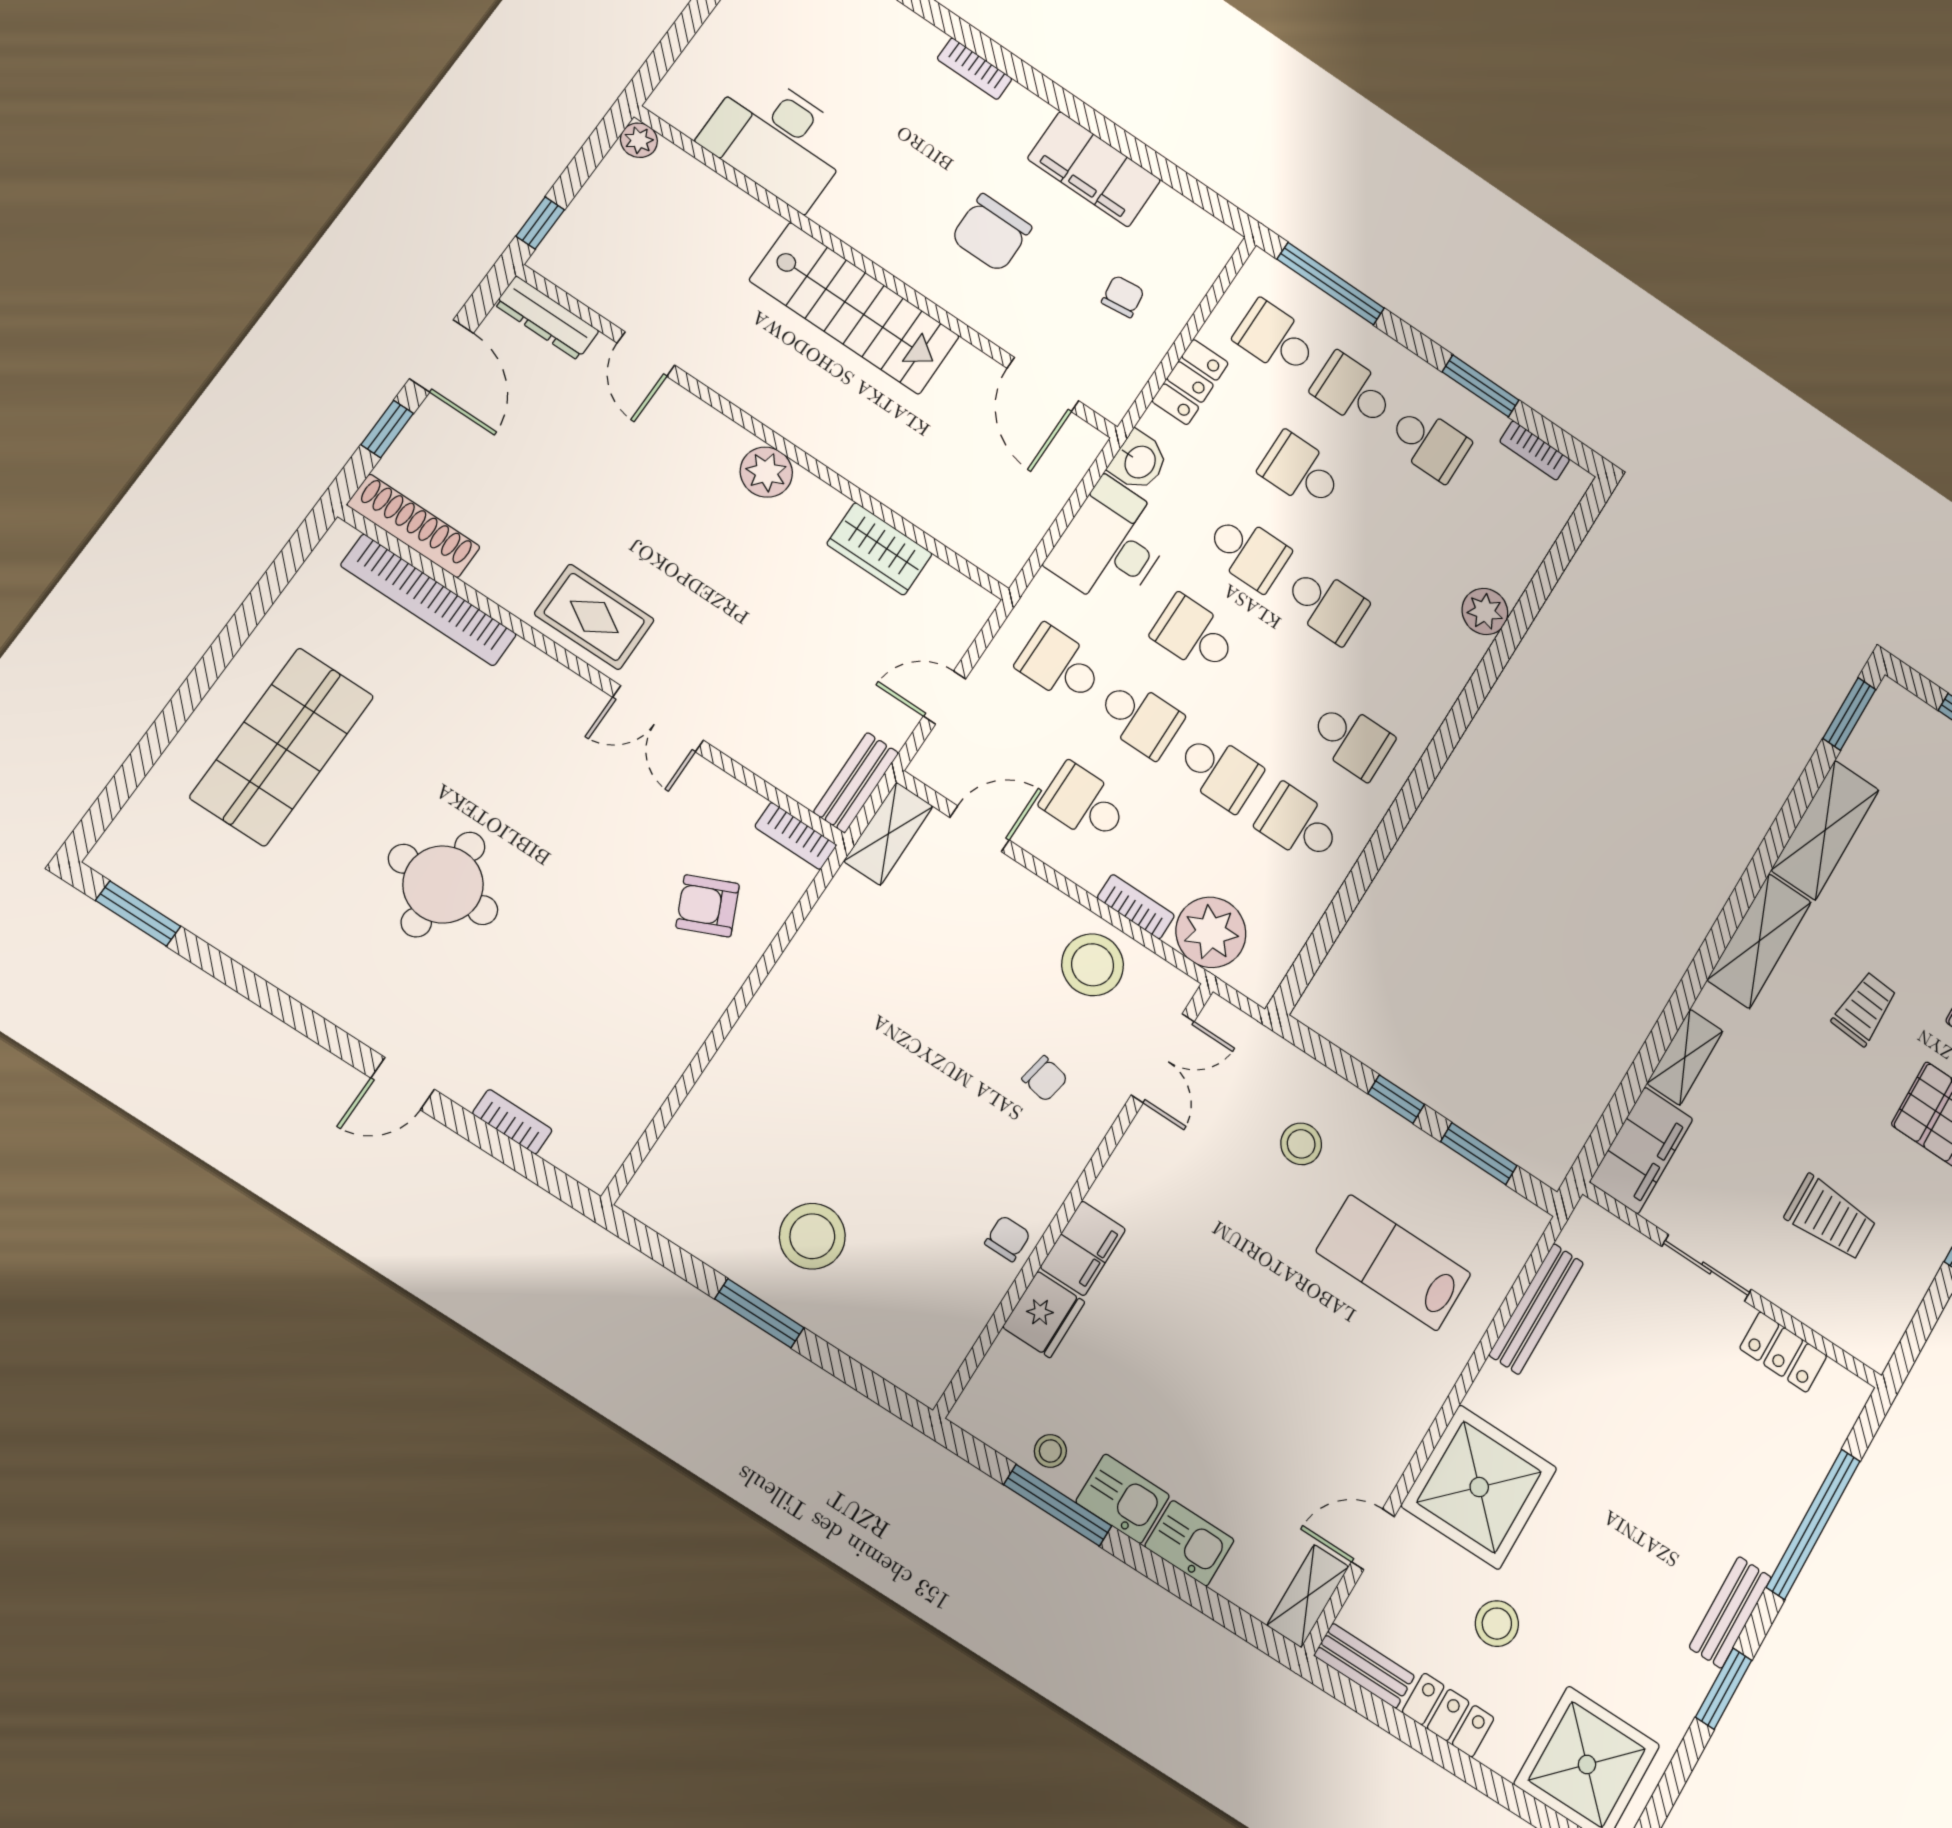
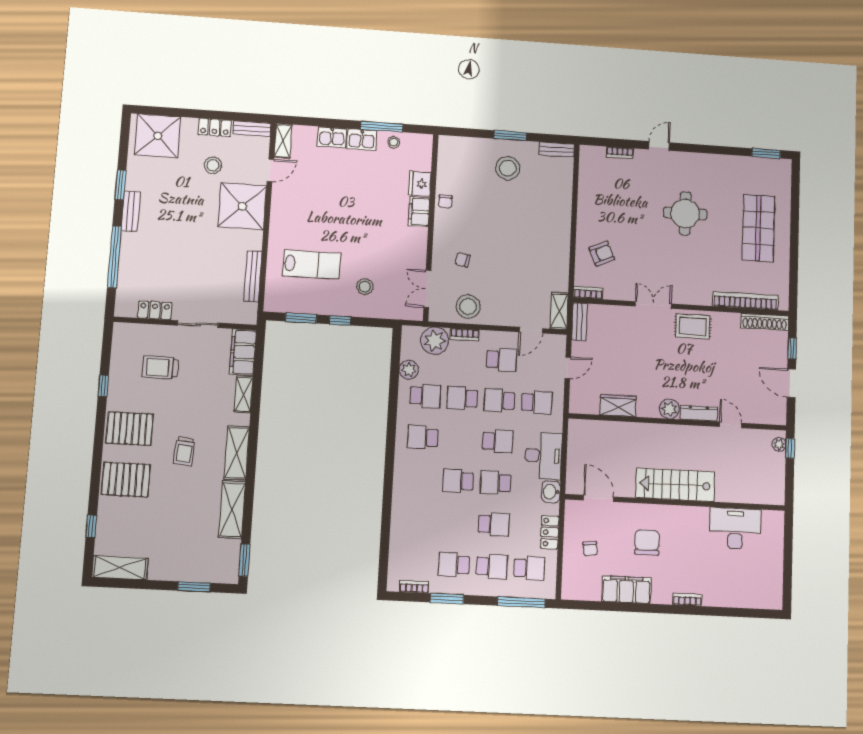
plant: (639, 140) -> (779, 444), moved
dresser: (547, 318) -> (699, 413), moved
plant: (1485, 611) -> (409, 370), moved
bench: (665, 1216) -> (557, 149), added

